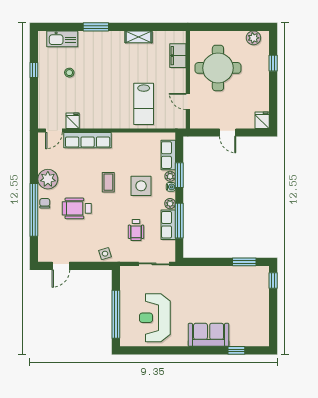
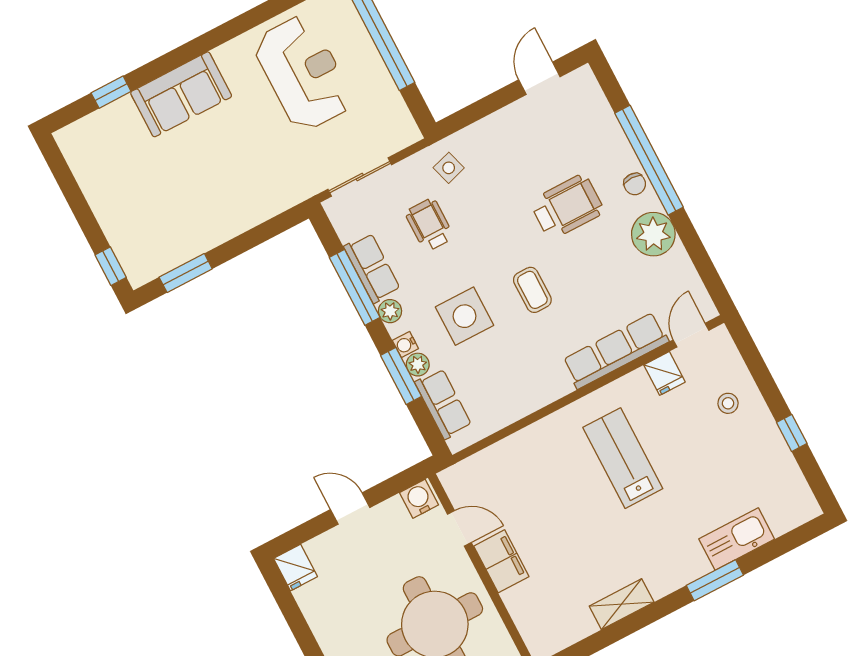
kitchen sink: (62, 39) -> (737, 539), moved
filing cabinet: (178, 56) -> (501, 561), moved
stool: (69, 73) -> (728, 403), moved
lab bench: (144, 104) -> (623, 458), moved
water cooler: (198, 122) -> (419, 499), added
side table: (105, 254) -> (449, 168), moved

